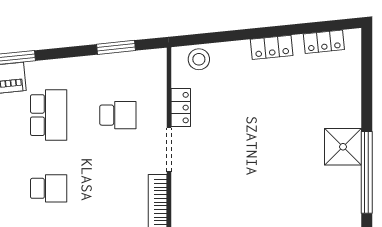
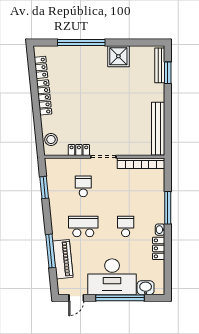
locker: (272, 47) -> (44, 97), width x1.53
shower: (343, 147) -> (118, 56), moved
window: (367, 172) -> (81, 43), moved

